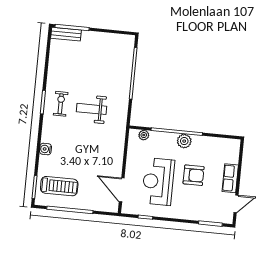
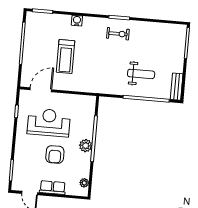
bench: (66, 34) -> (177, 87), moved
weight bench: (91, 109) -> (141, 74), moved, turned 90
plant: (144, 135) -> (84, 183), moved
treadmill: (59, 186) -> (66, 57), moved

